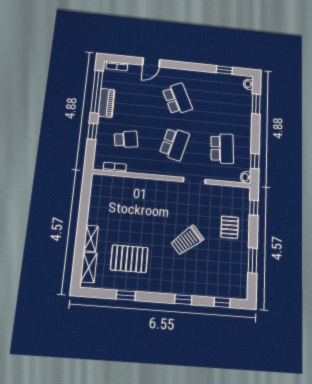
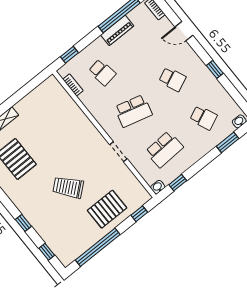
window: (224, 70) -> (215, 69), moved
school desk: (177, 99) -> (172, 79), width x0.54
school desk: (224, 104) -> (203, 118), added
window: (92, 131) -> (69, 55), moved
pallet: (230, 227) -> (107, 209), width x1.50, depth x1.42
window: (253, 261) -> (98, 247), width x2.11

